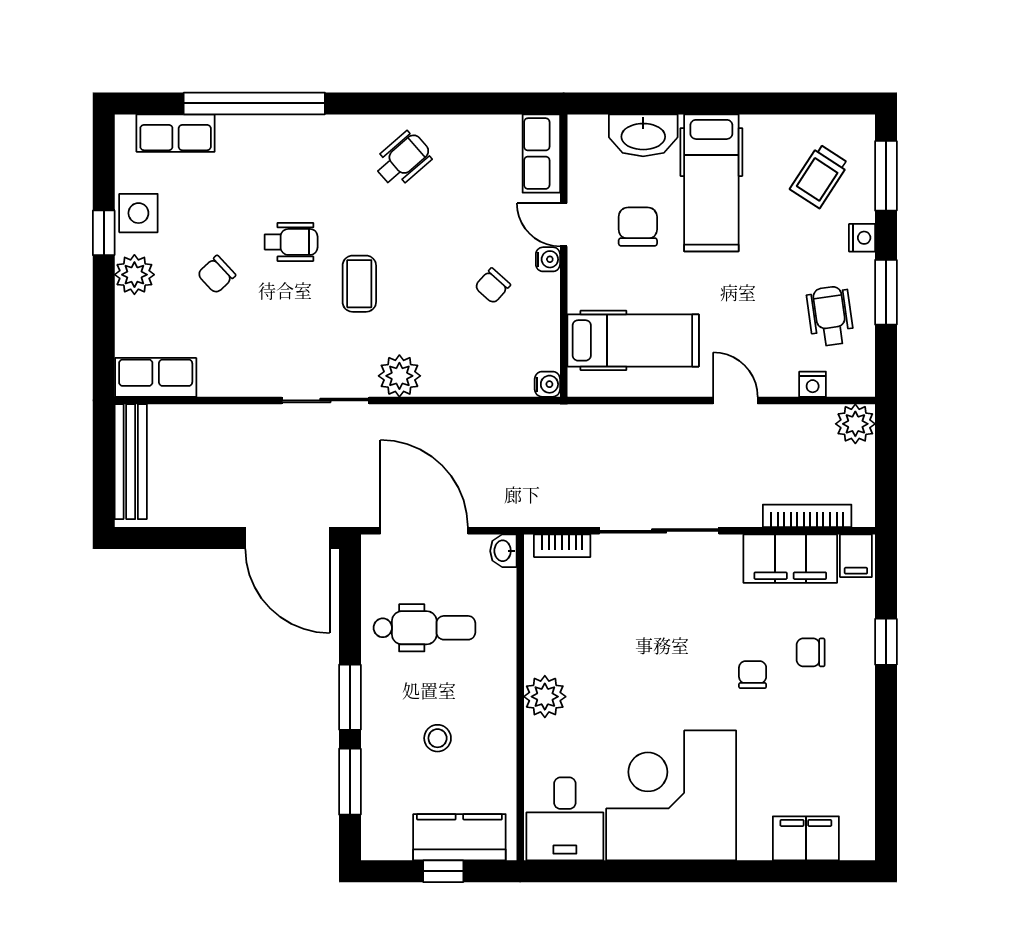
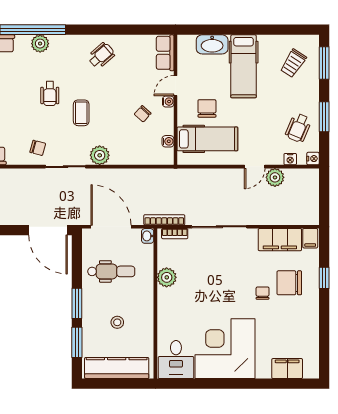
plant: (270, 133) -> (40, 44), added
door: (564, 225) -> (175, 86), hinge flipped
chair: (638, 227) -> (207, 108), moved
nightstand: (862, 238) -> (313, 159), moved
wheelchair: (291, 242) -> (50, 94), turned 90
chair: (216, 275) -> (38, 148), moved, turned -122
wheelchair: (830, 316) -> (298, 128), turned -149
water cooler: (547, 384) -> (168, 141), moved
door: (735, 400) -> (255, 167), swing flipped
plant: (855, 424) -> (275, 177), moved
bookcase: (807, 516) -> (164, 220), moved
chair: (811, 652) -> (289, 283), width x1.87, depth x1.87
plant: (545, 697) -> (167, 277), moved
kitchen counter: (459, 837) -> (117, 368), width x1.50
window: (443, 871) -> (120, 384), removed

